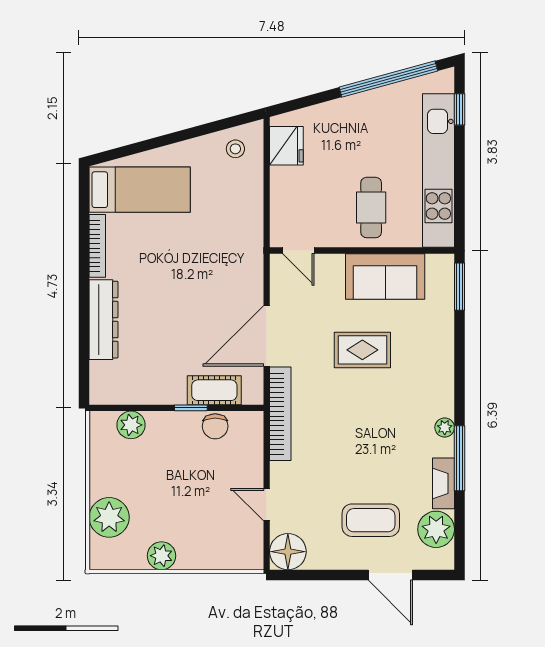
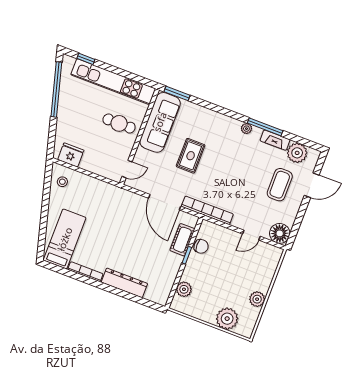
sofa: (385, 277) -> (160, 122), width x1.36

